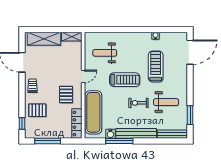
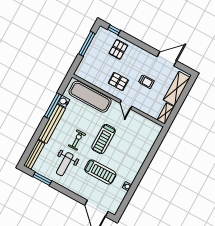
weight bench: (105, 53) -> (136, 134), removed
trolley: (32, 86) -> (146, 82), moved
locker: (77, 124) -> (88, 77), removed

